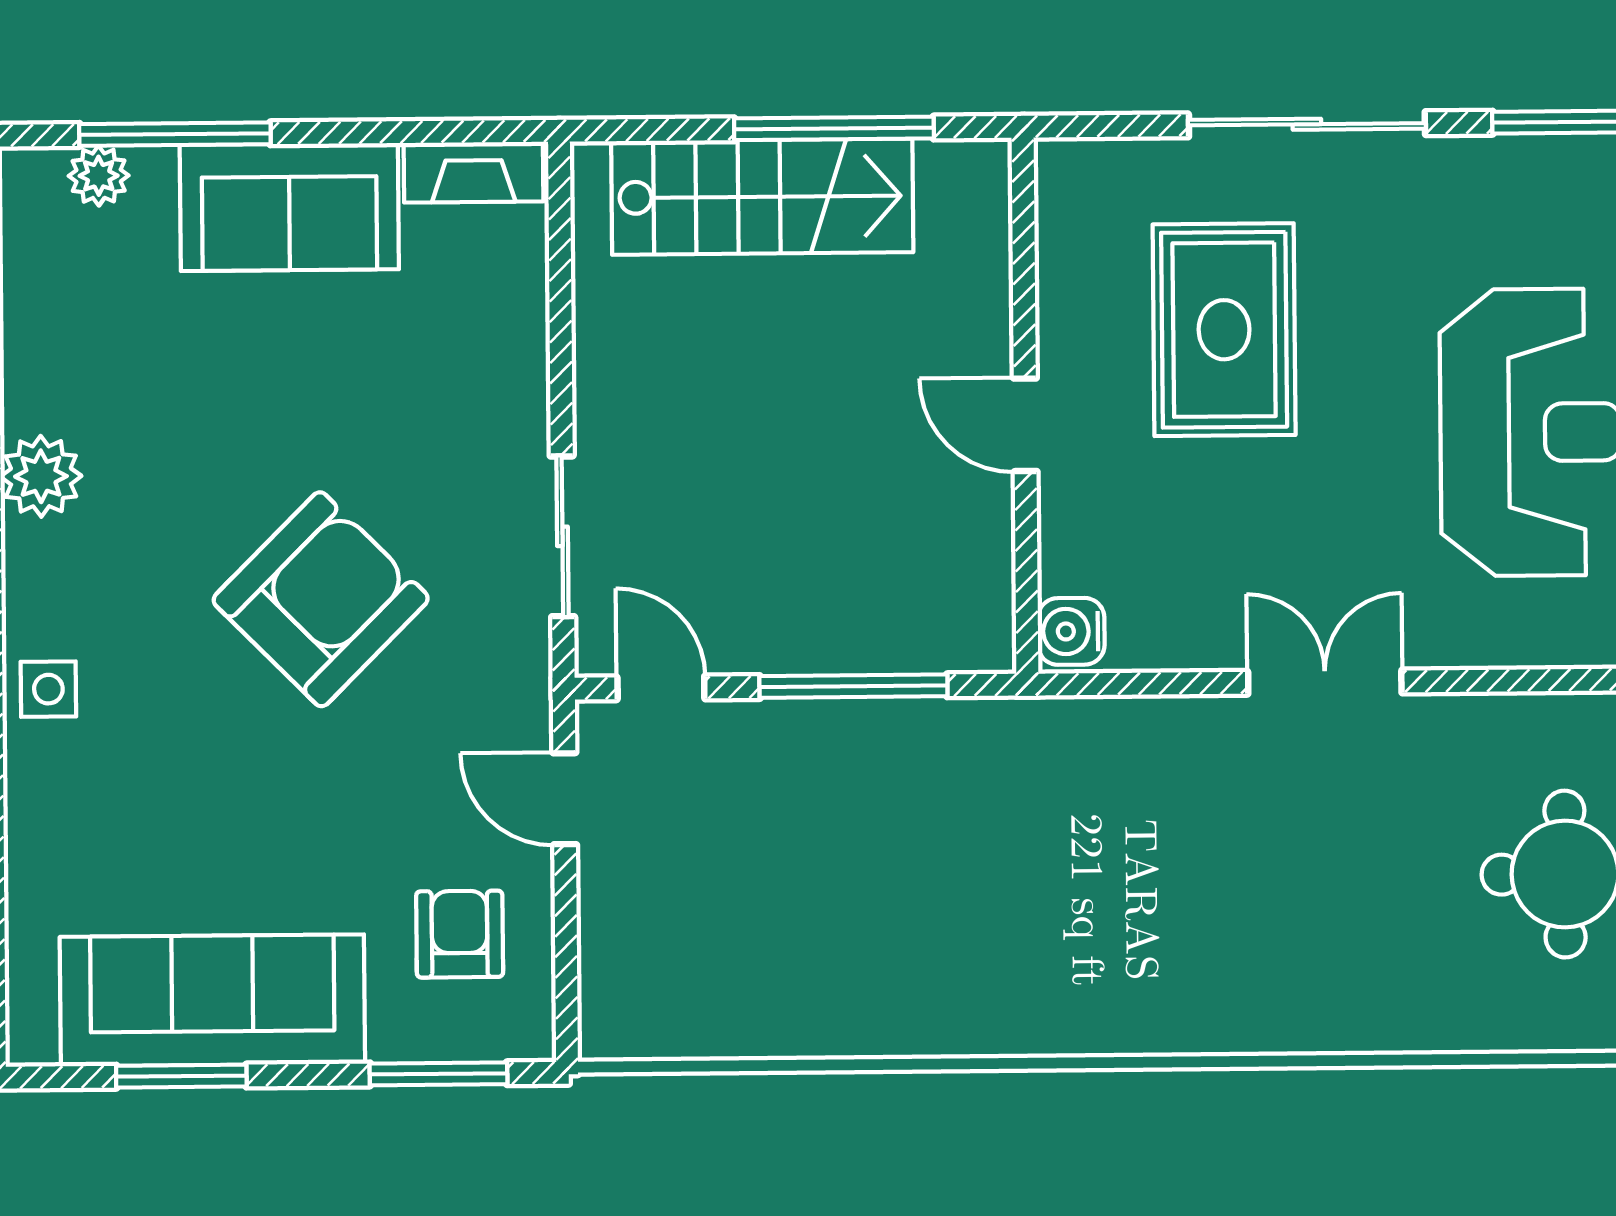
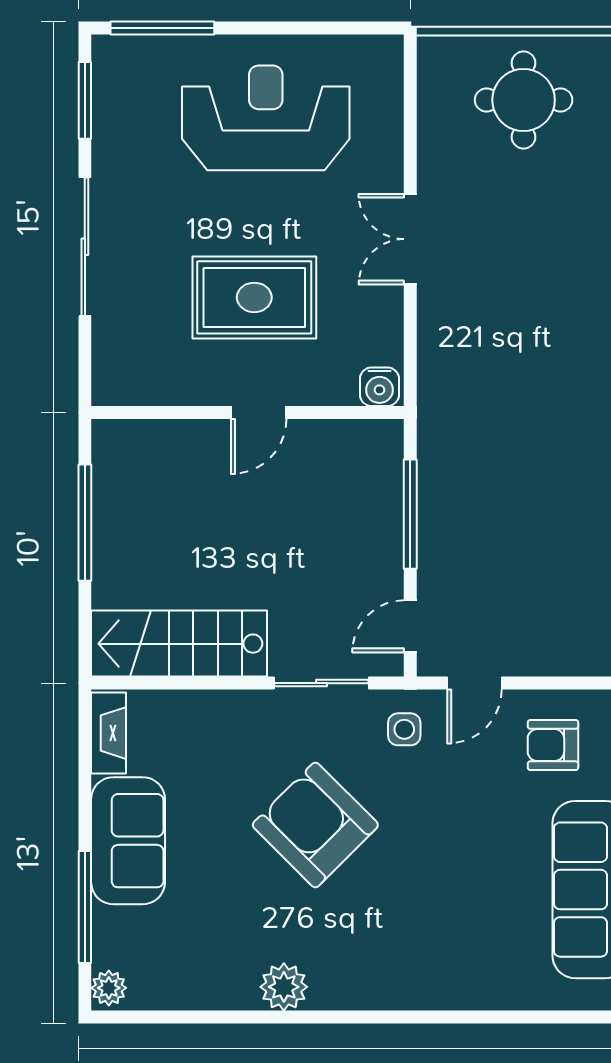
plant: (99, 176) -> (109, 988), moved
stairs: (762, 197) -> (179, 644), moved, turned -90
rug: (1224, 330) -> (254, 297), moved
armchair: (321, 599) -> (315, 825), moved
side table: (48, 689) -> (404, 729), moved

